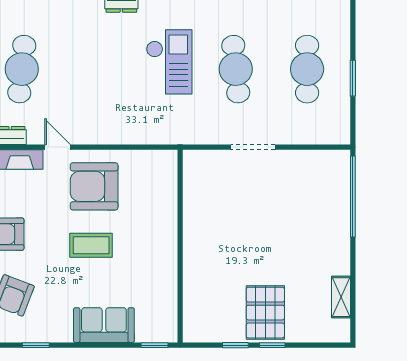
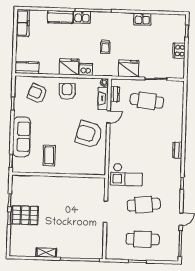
checkout: (169, 62) -> (127, 175), moved
armchair: (94, 186) -> (89, 134), turned -75
coffee table: (91, 245) -> (49, 155), moved
shelving: (341, 297) -> (46, 253), moved
sofa: (104, 325) -> (21, 137), width x1.36

